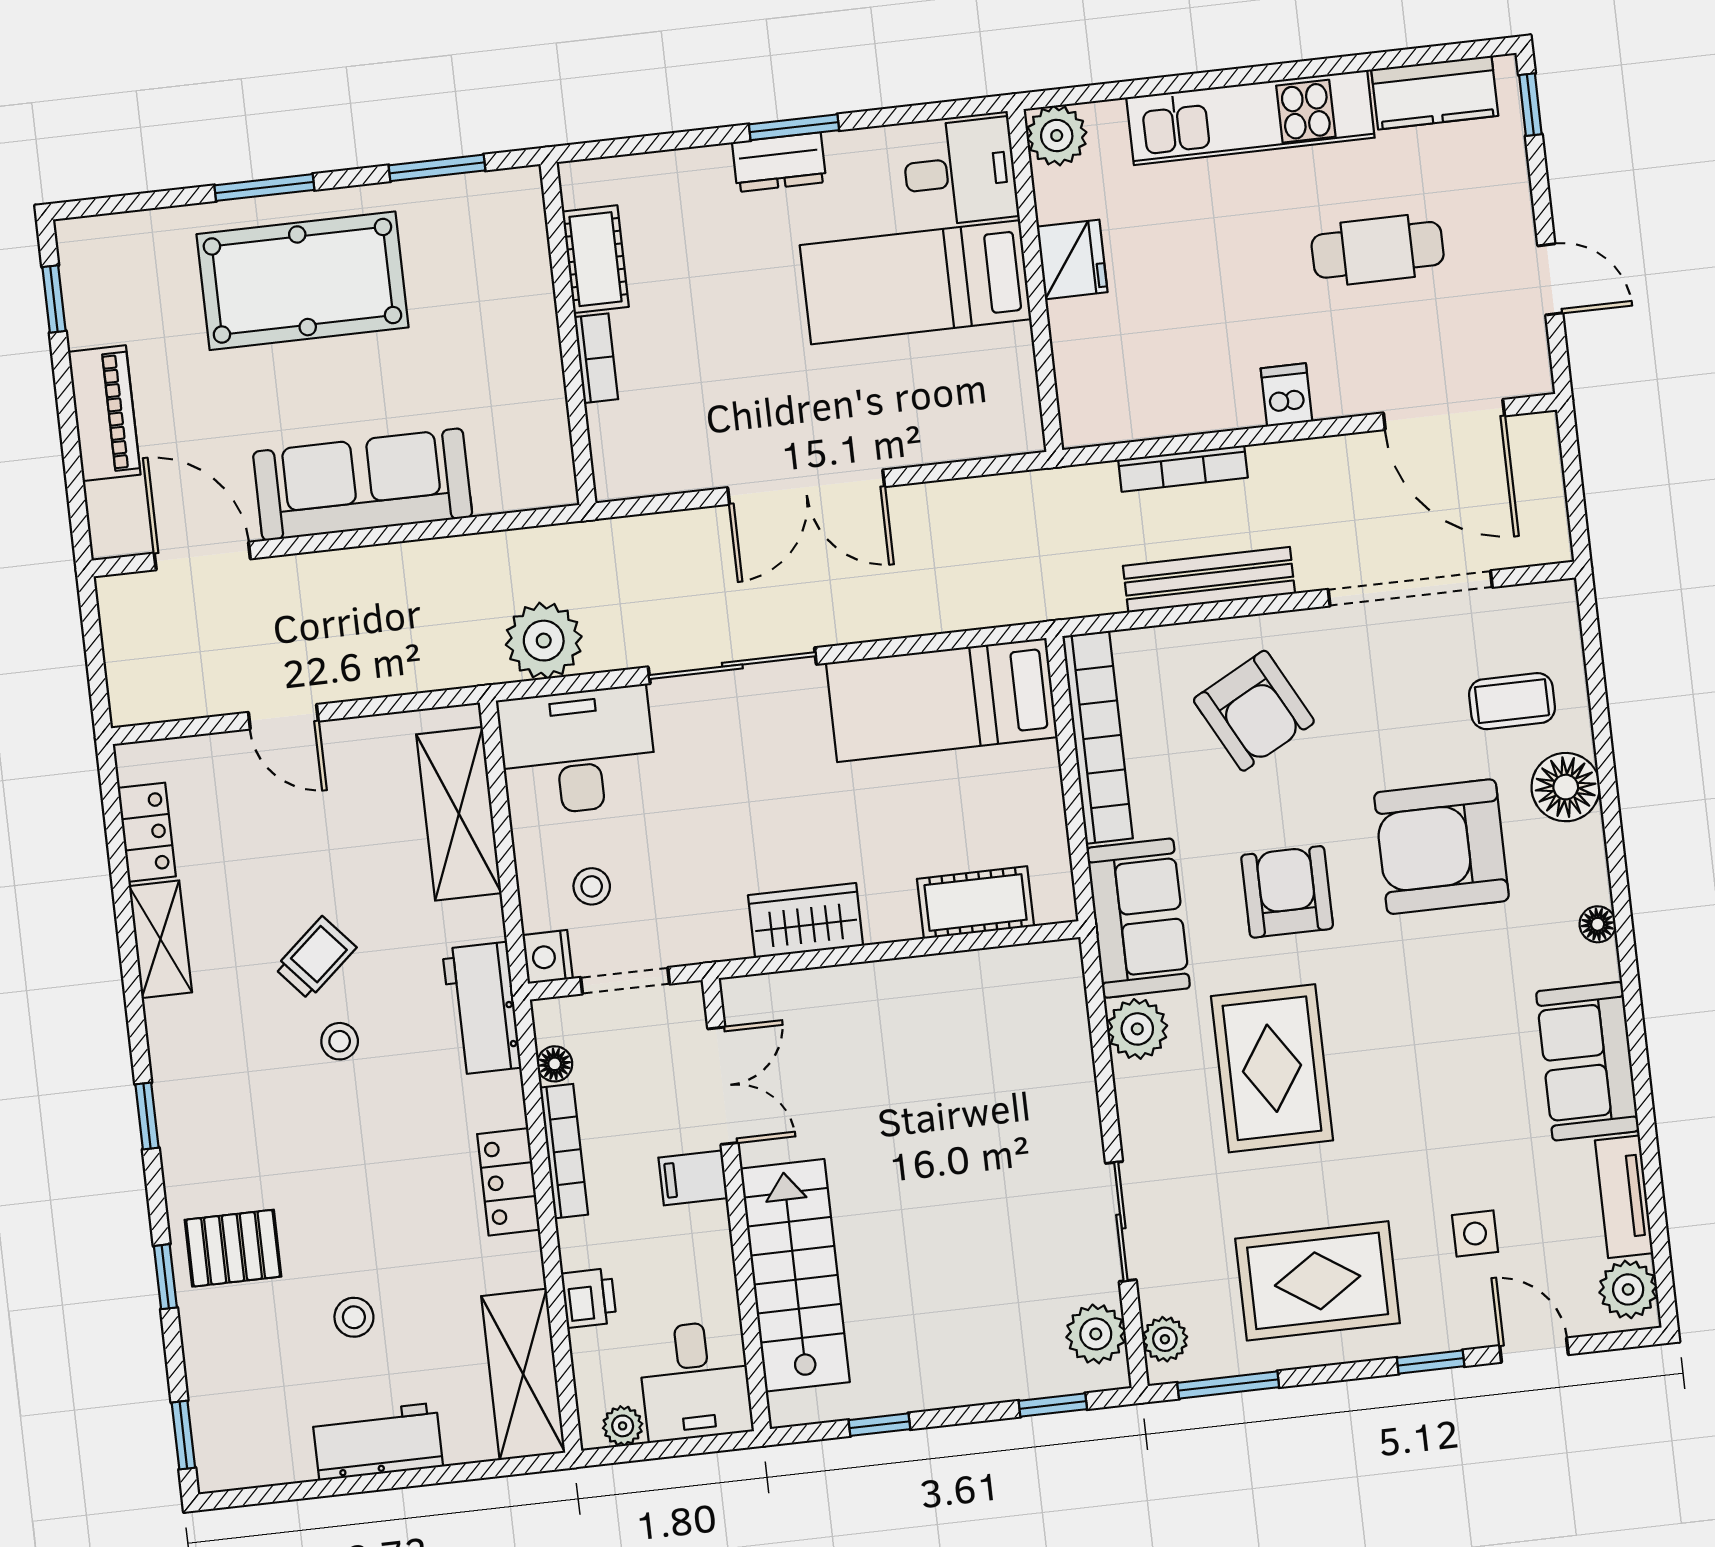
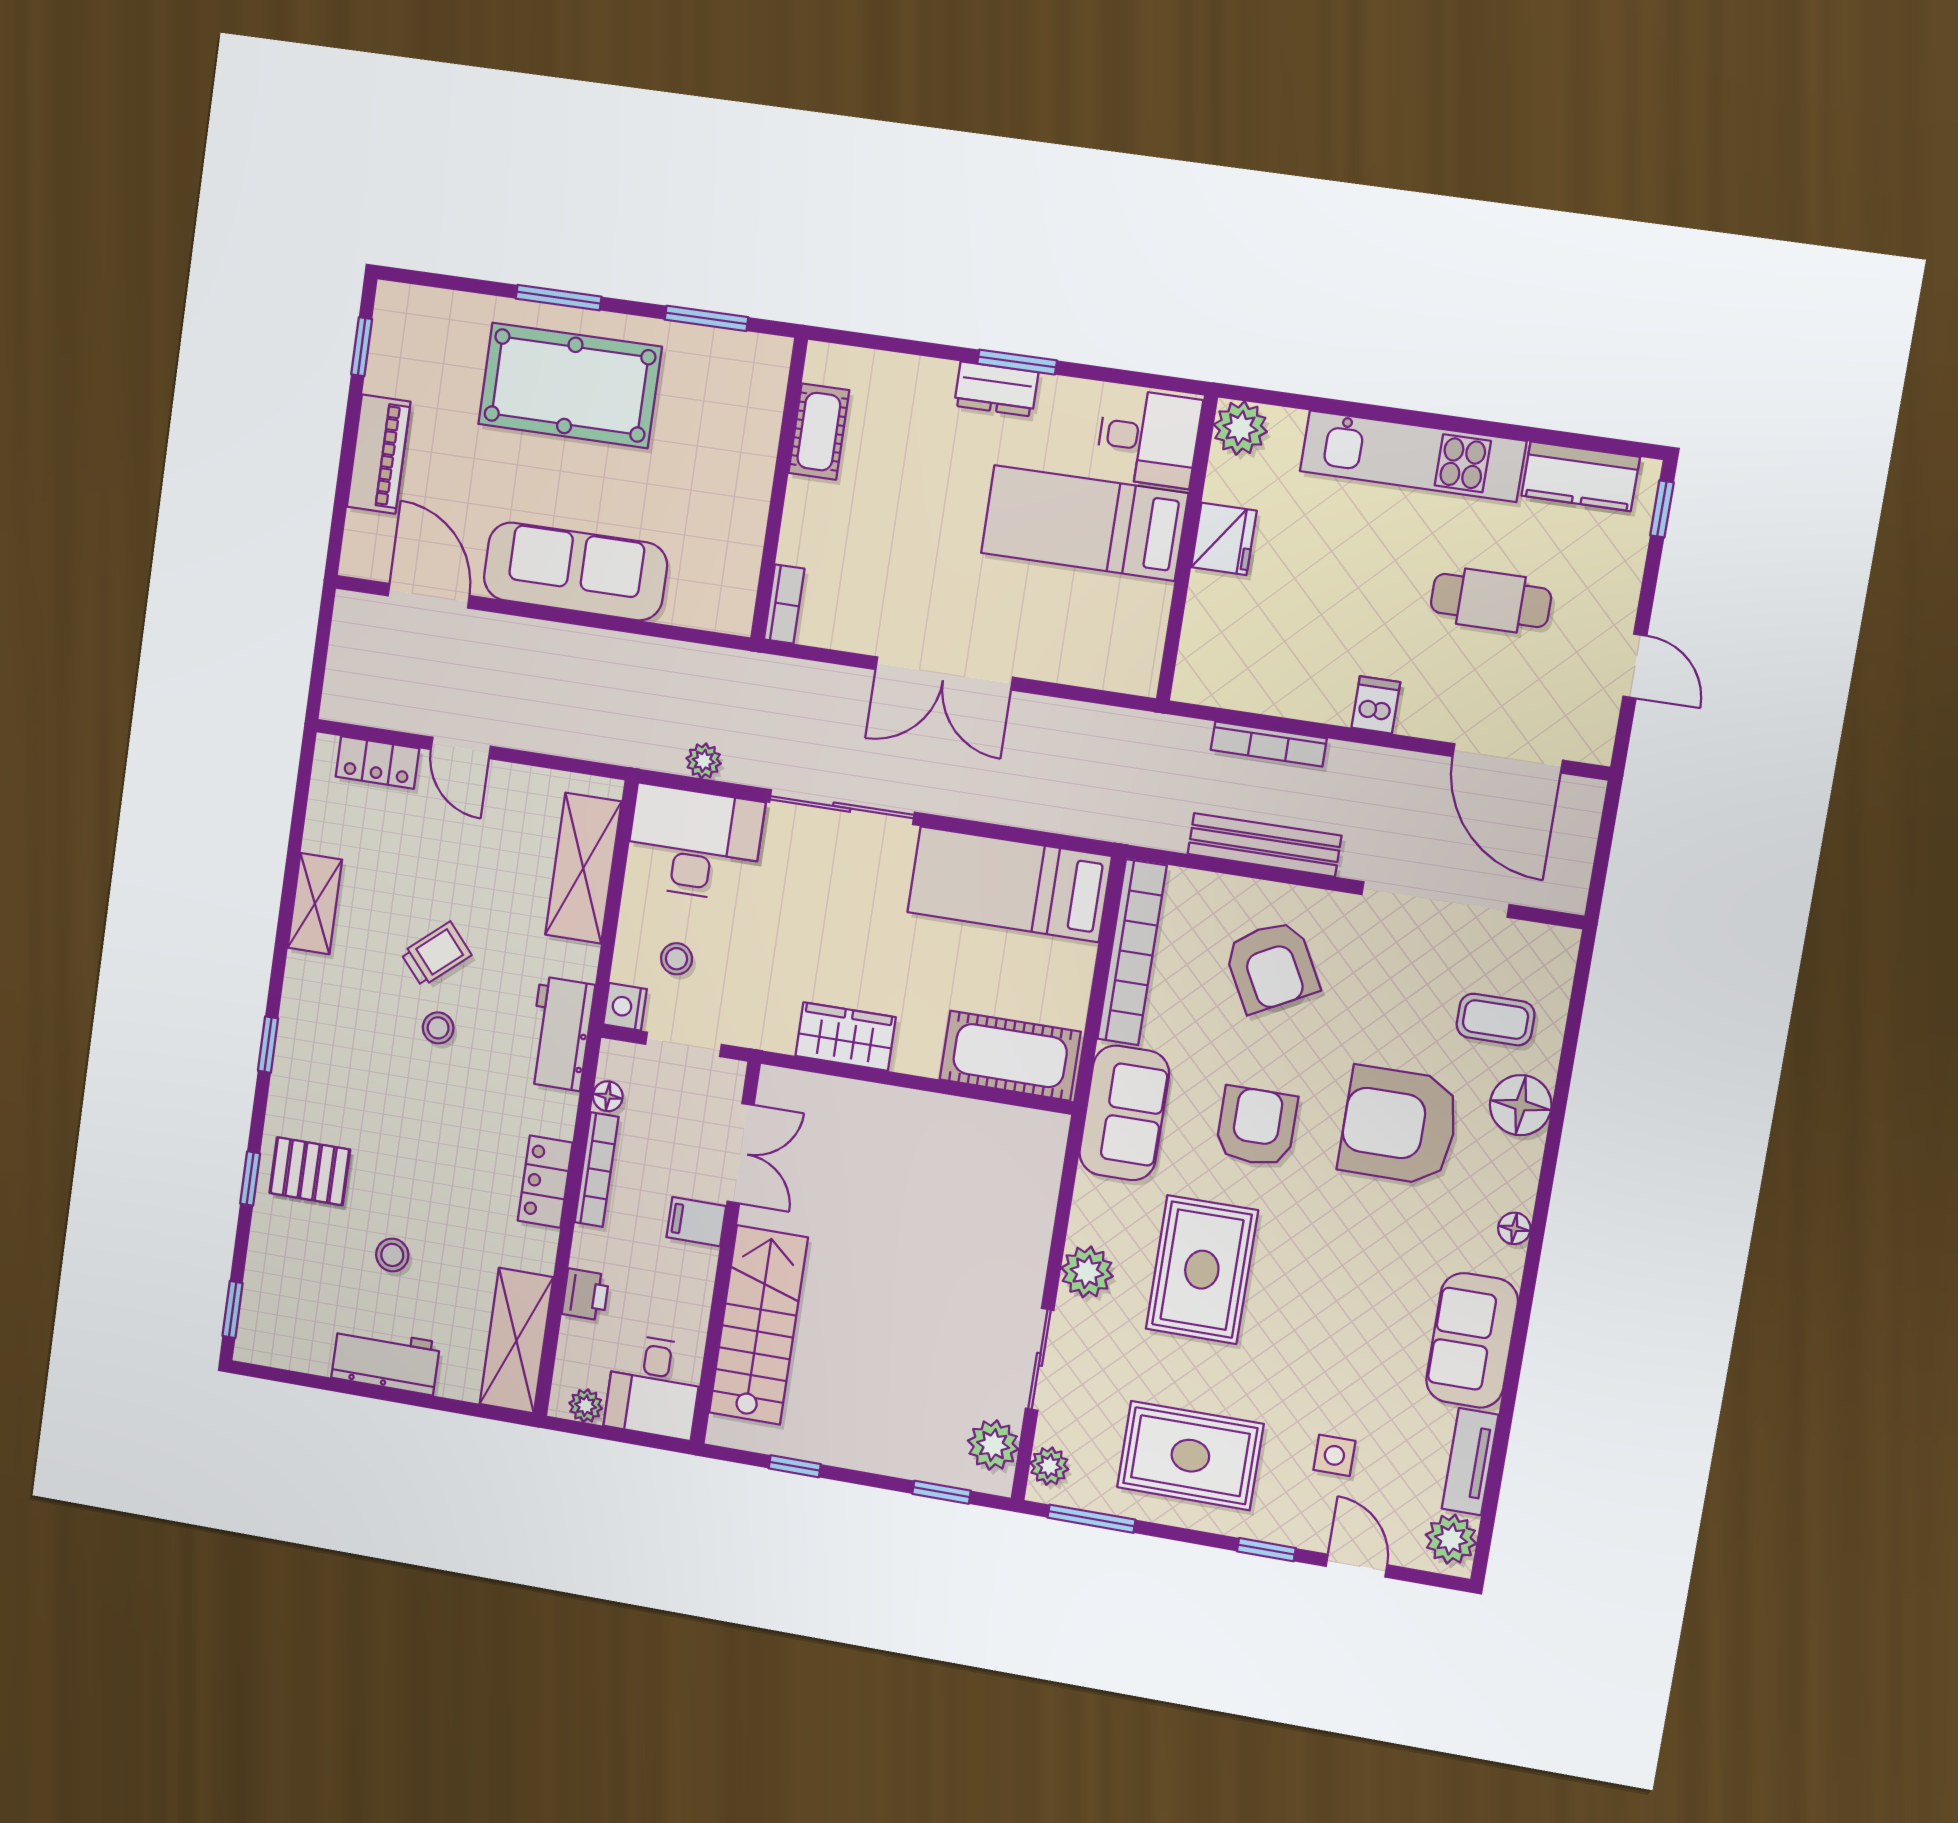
bookcase: (596, 358) -> (784, 604), moved
plant: (544, 641) -> (704, 761), width x0.53, depth x0.53
locker: (147, 832) -> (377, 762), moved, turned 90
cot: (976, 902) -> (1010, 1056), width x1.37, depth x1.34
plant: (1137, 1029) -> (1087, 1272), moved

